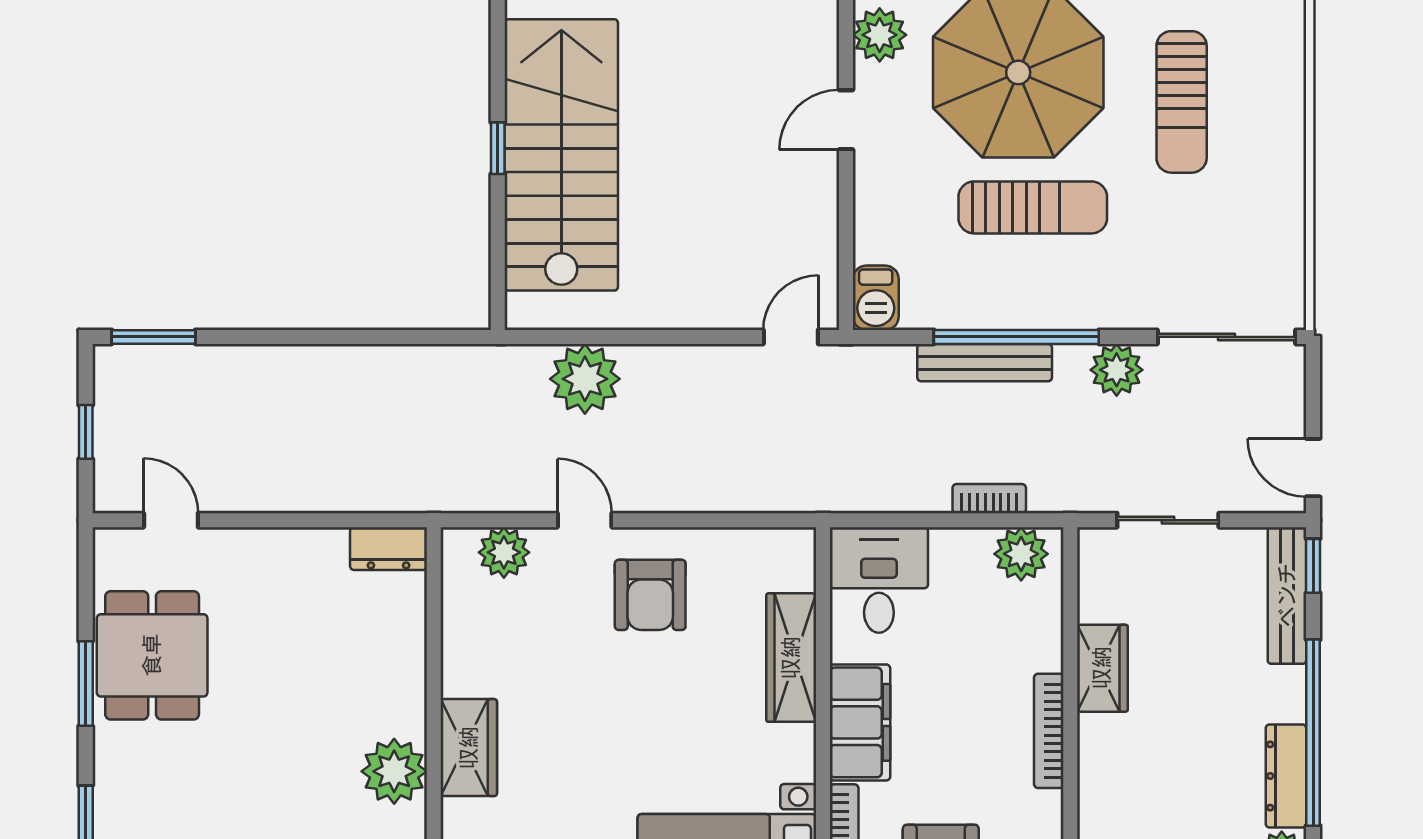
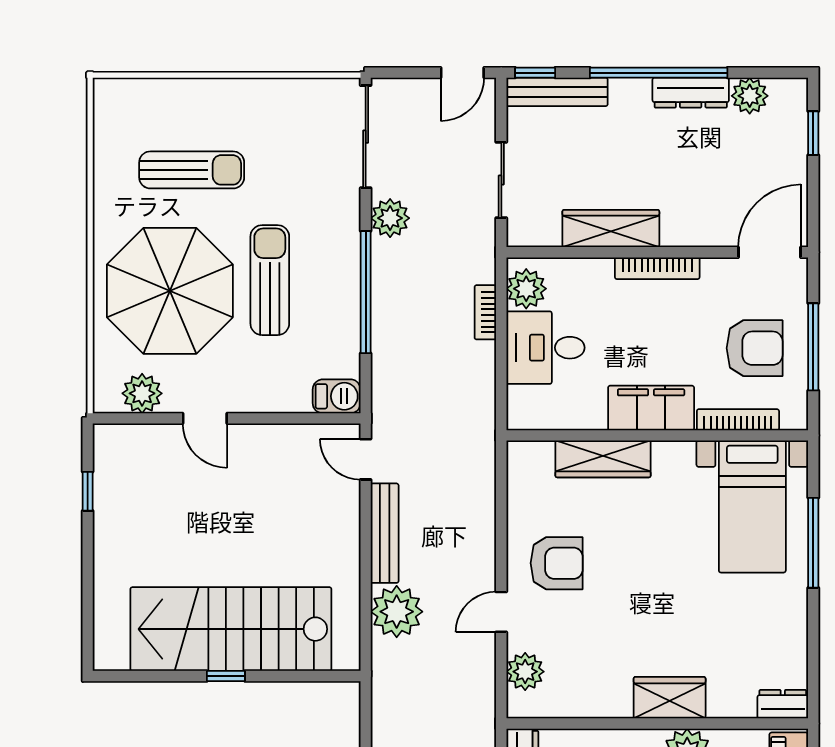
bench: (985, 363) -> (385, 533), moved
desk: (879, 580) -> (545, 348), moved
wardrobe: (1102, 668) -> (611, 228), width x1.50

